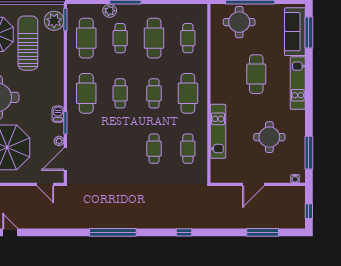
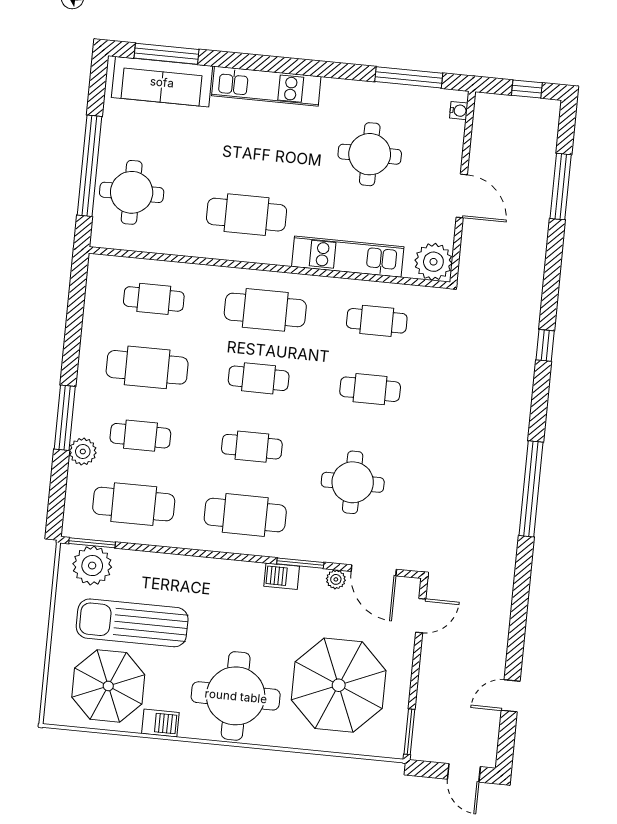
cafe table: (256, 74) -> (247, 215), moved
round table: (107, 145) -> (353, 482), added
plant: (220, 174) -> (433, 262), added

